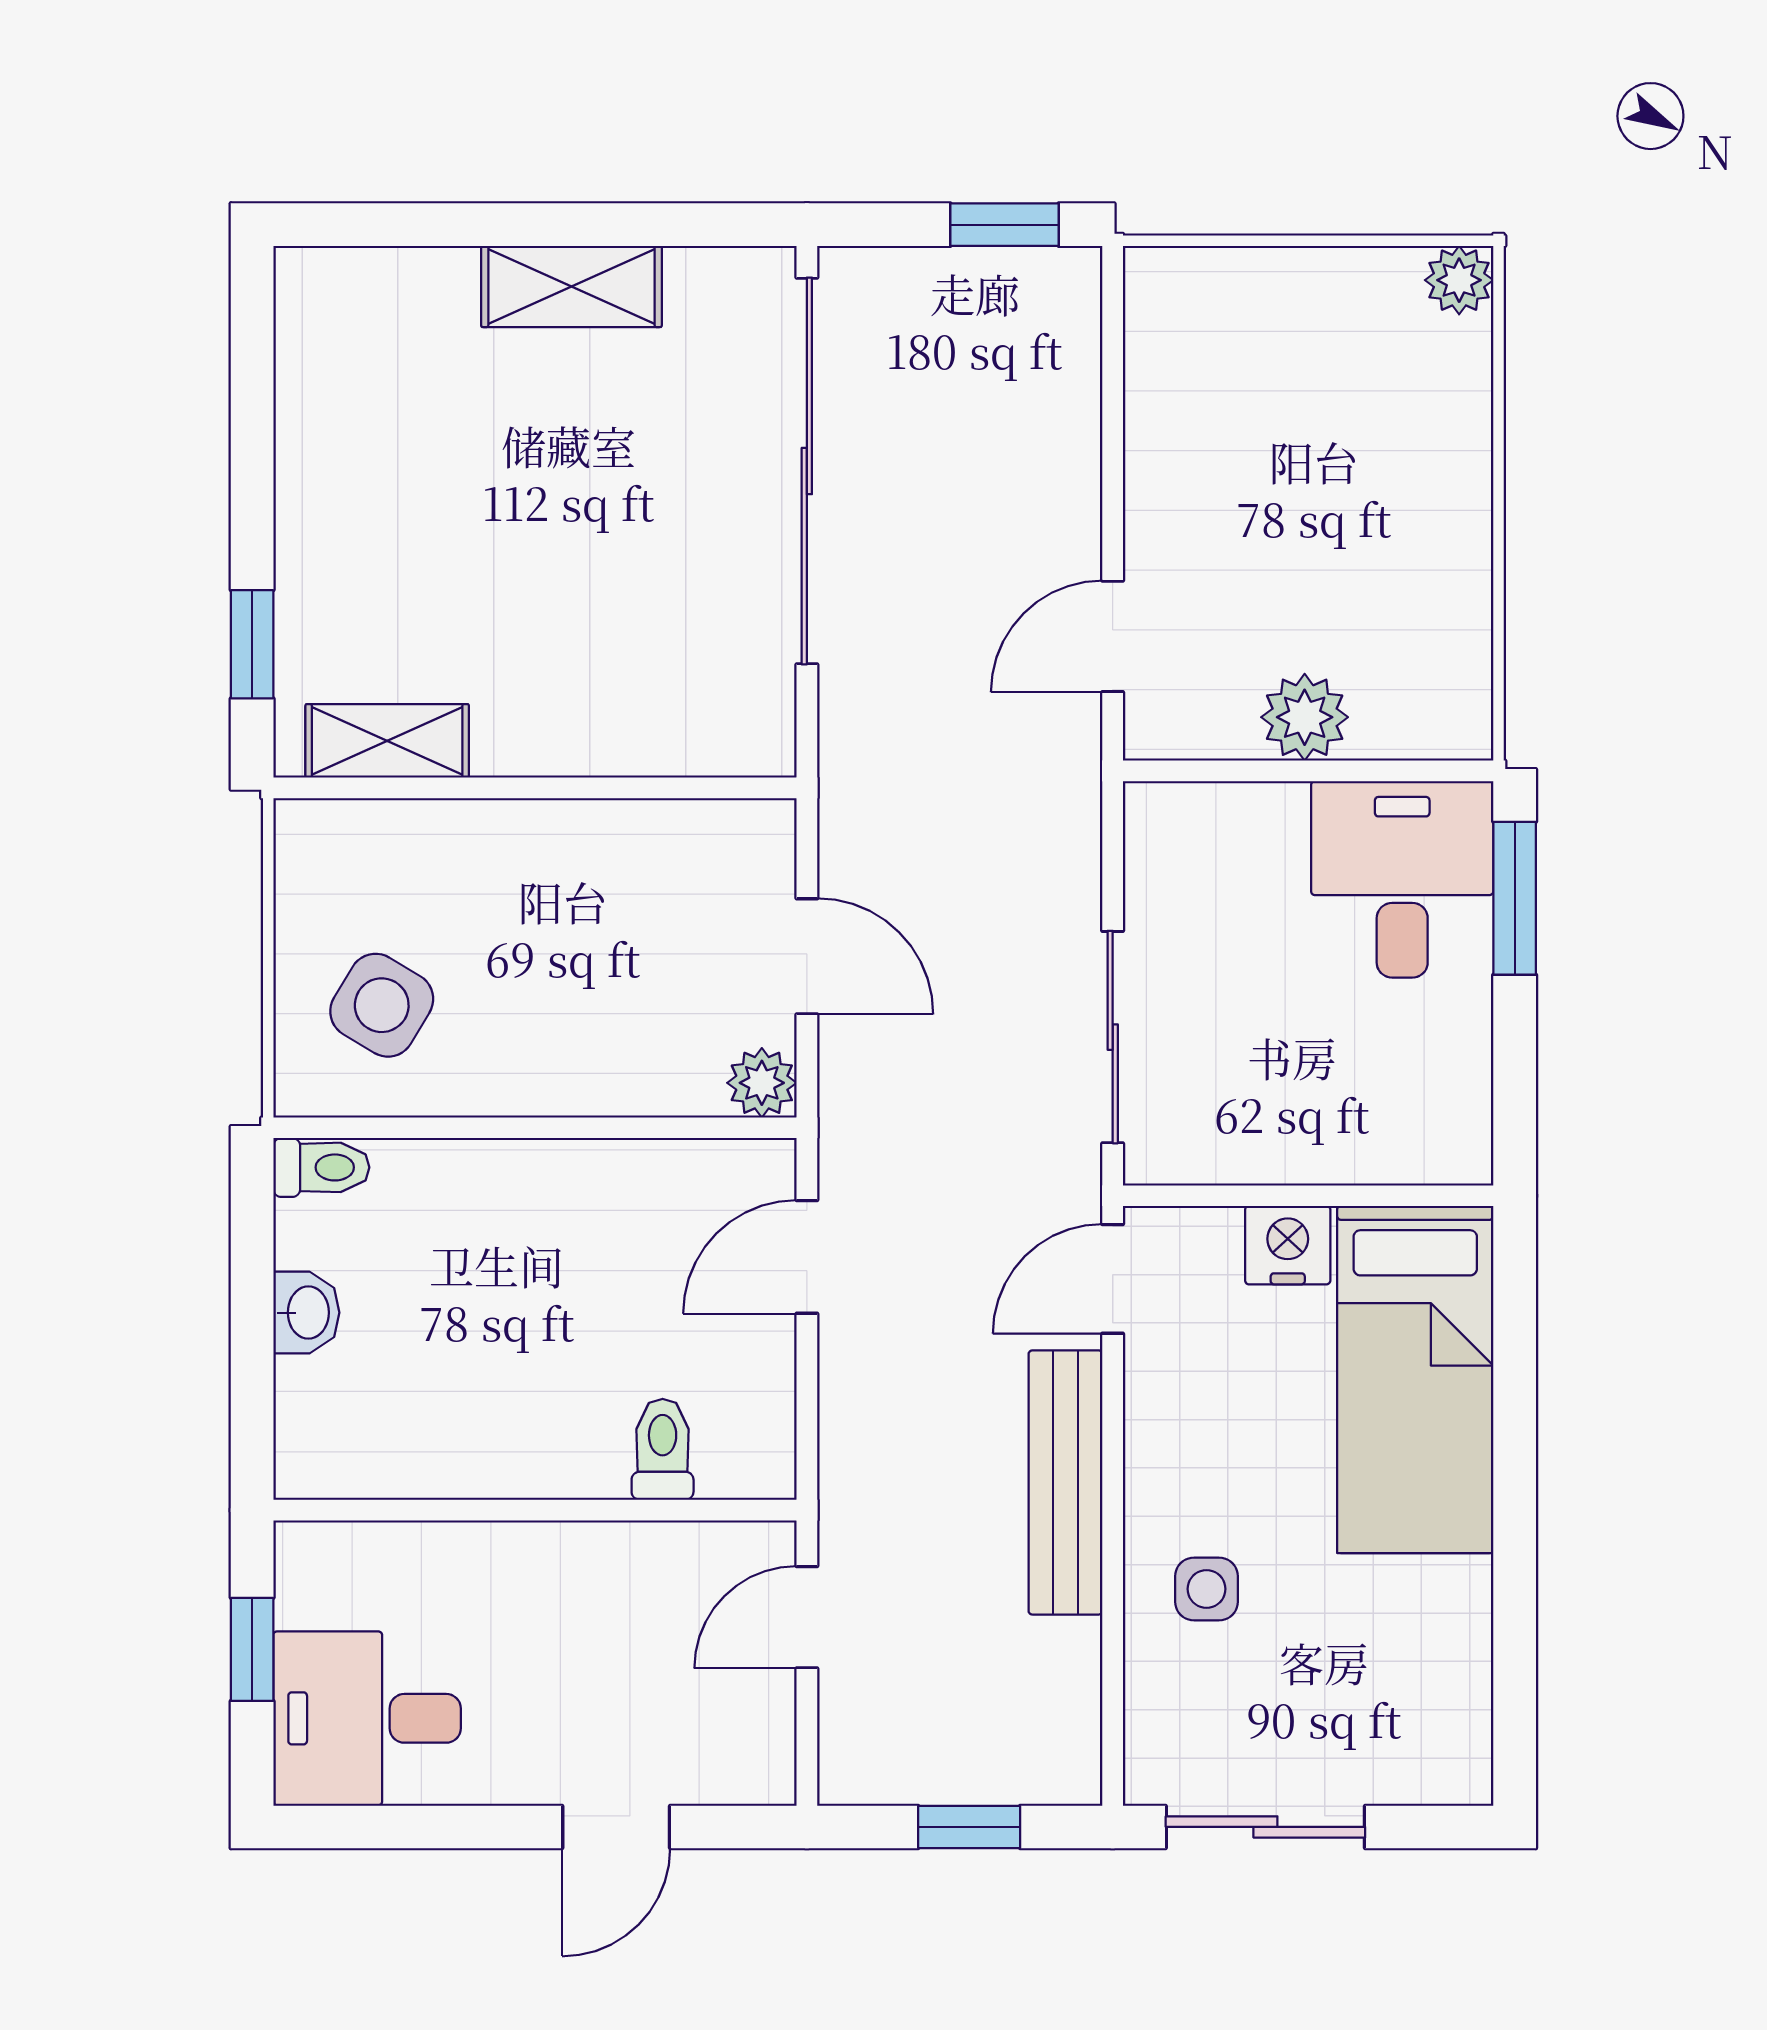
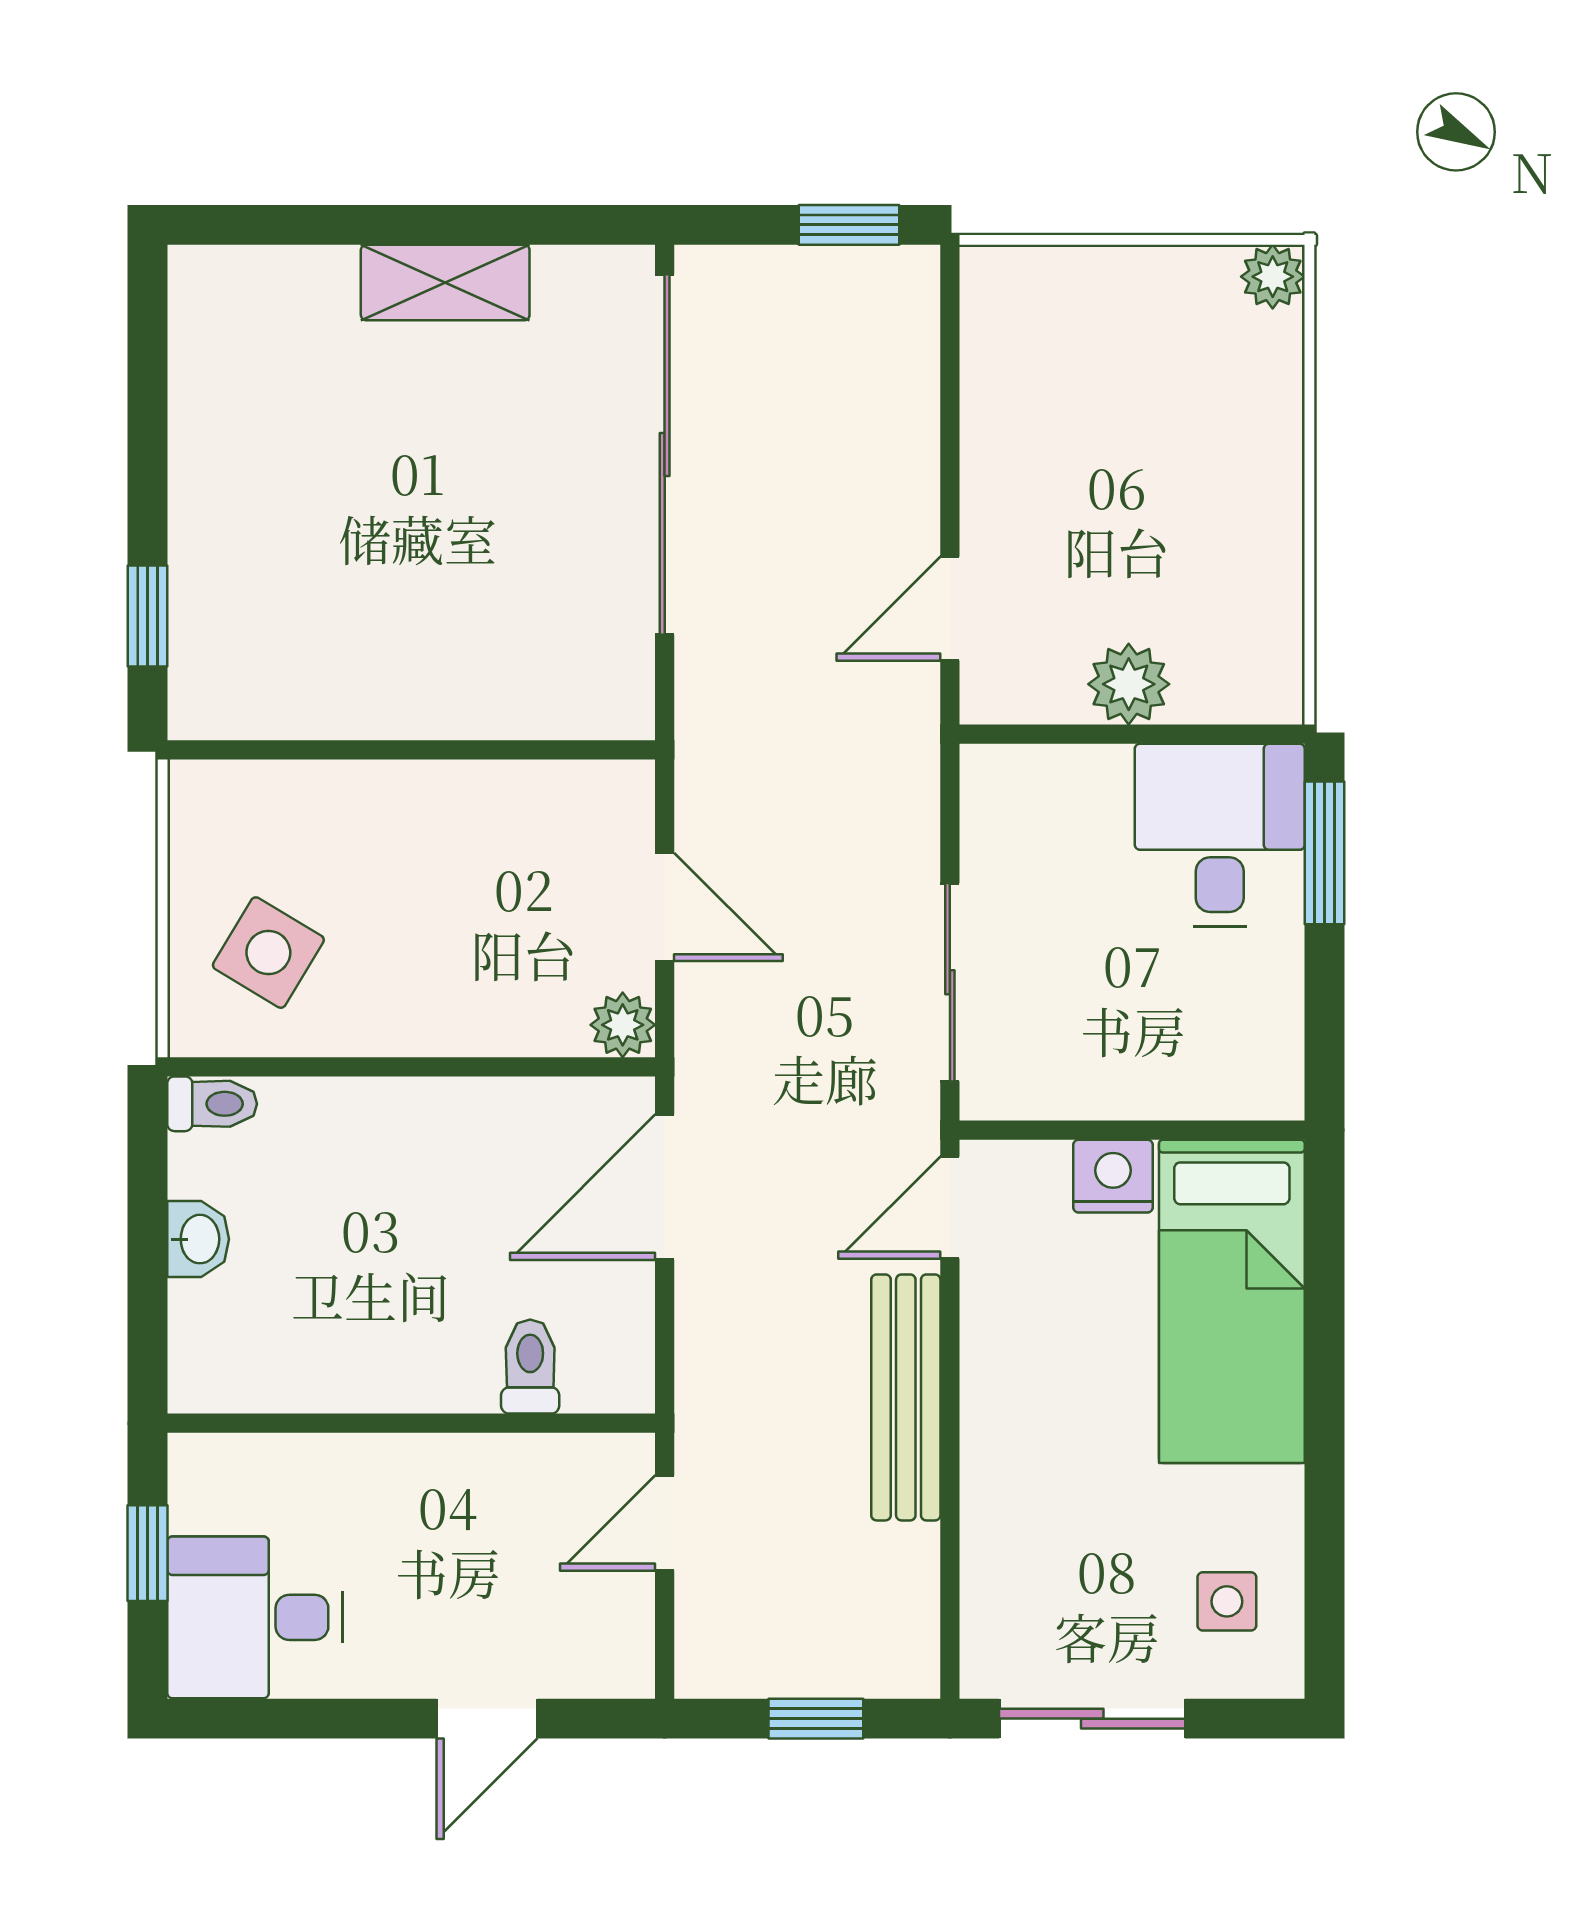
shelving: (387, 741) -> (273, 706), removed
door: (807, 1257) -> (665, 1187), width x1.38
side table: (1207, 1589) -> (1227, 1601), moved

